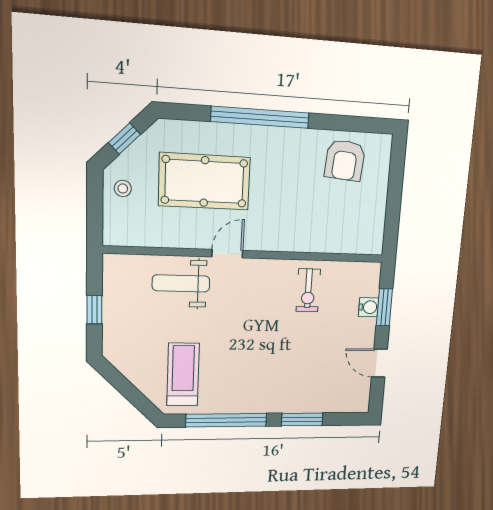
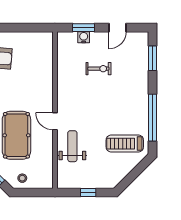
weight bench: (181, 283) -> (72, 146), turned 180
exercise bike: (308, 290) -> (98, 69), moved
window: (302, 419) -> (152, 58), moved

